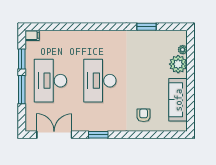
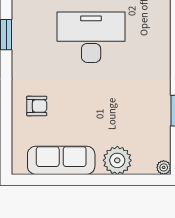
plant: (183, 50) -> (164, 167), moved

